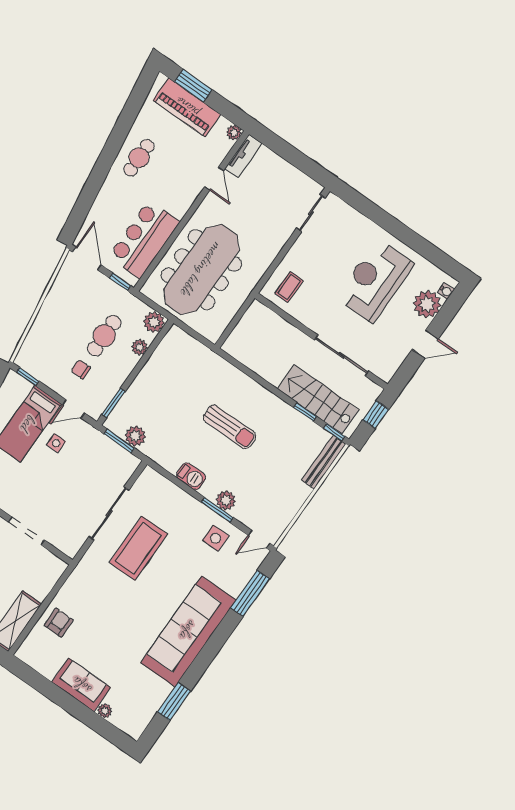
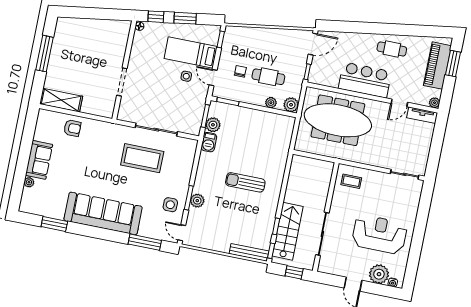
bar counter: (144, 239) -> (365, 80), moved
sun lounger: (230, 427) -> (245, 182), turned 90
barbecue: (191, 476) -> (209, 142), moved

